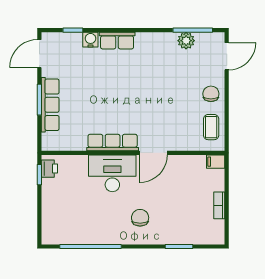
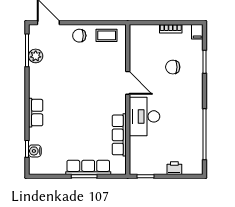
water cooler: (90, 40) -> (35, 151), moved
door: (39, 54) -> (46, 176), removed
row of seats: (113, 143) -> (119, 135), moved
filing cabinet: (216, 162) -> (197, 32), moved
printer: (49, 169) -> (174, 168), moved
chair: (140, 218) -> (173, 67), moved

